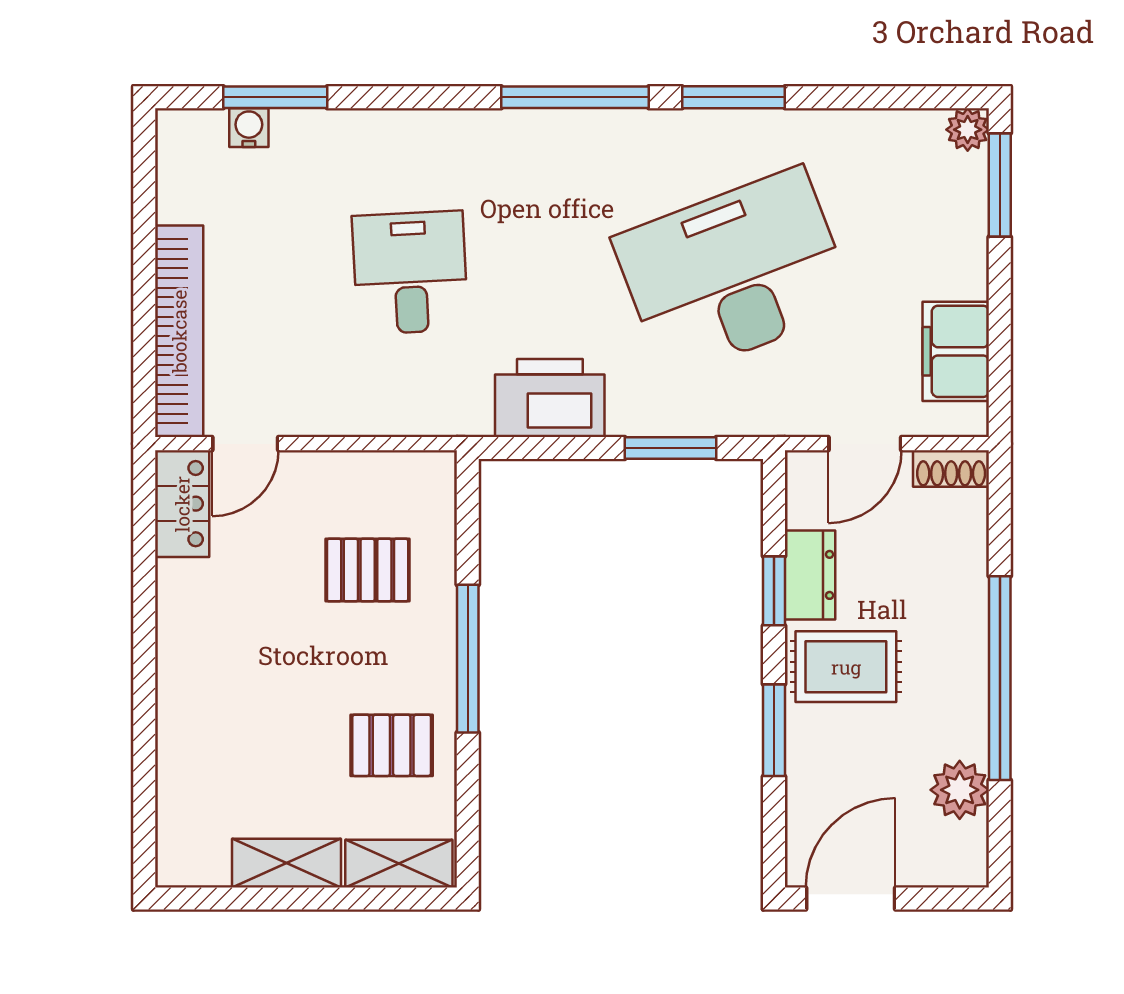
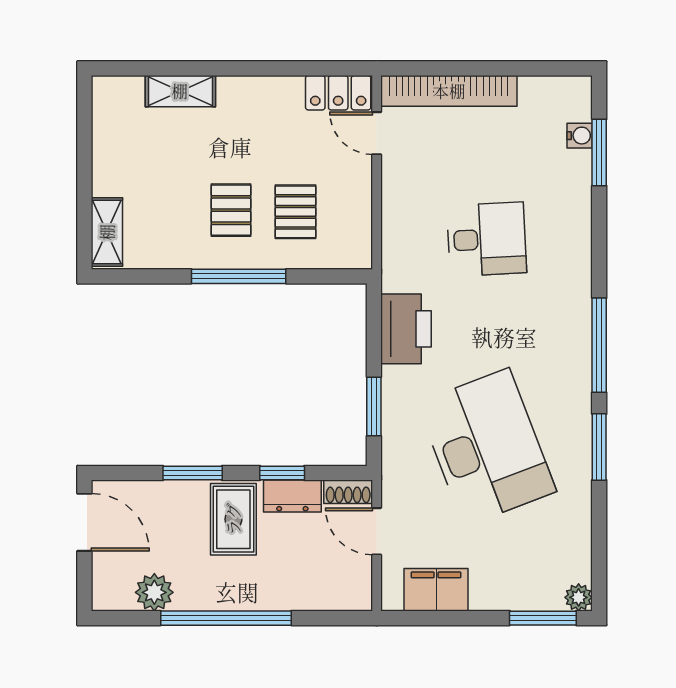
shoe rack: (951, 469) -> (348, 492), moved, turned -90
pallet: (392, 745) -> (231, 210), moved
shelving: (287, 863) -> (180, 91), moved, turned 90

